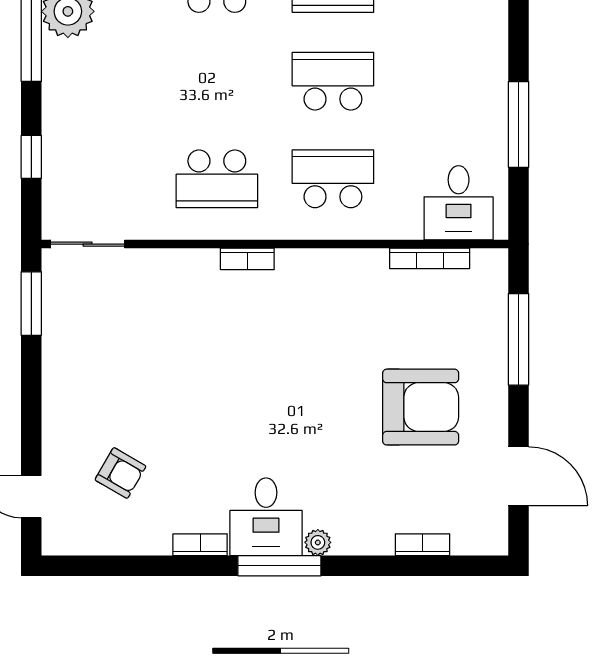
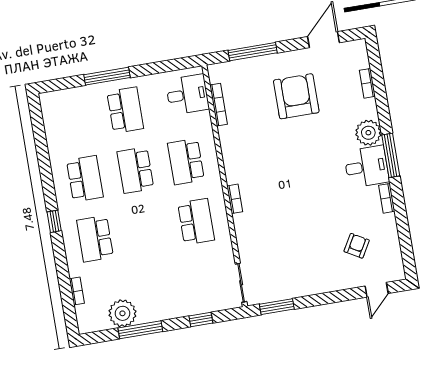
school desk: (449, 81) -> (125, 110), added
window: (519, 124) -> (107, 76), moved
plant: (318, 542) -> (368, 133), width x1.88, depth x1.88

